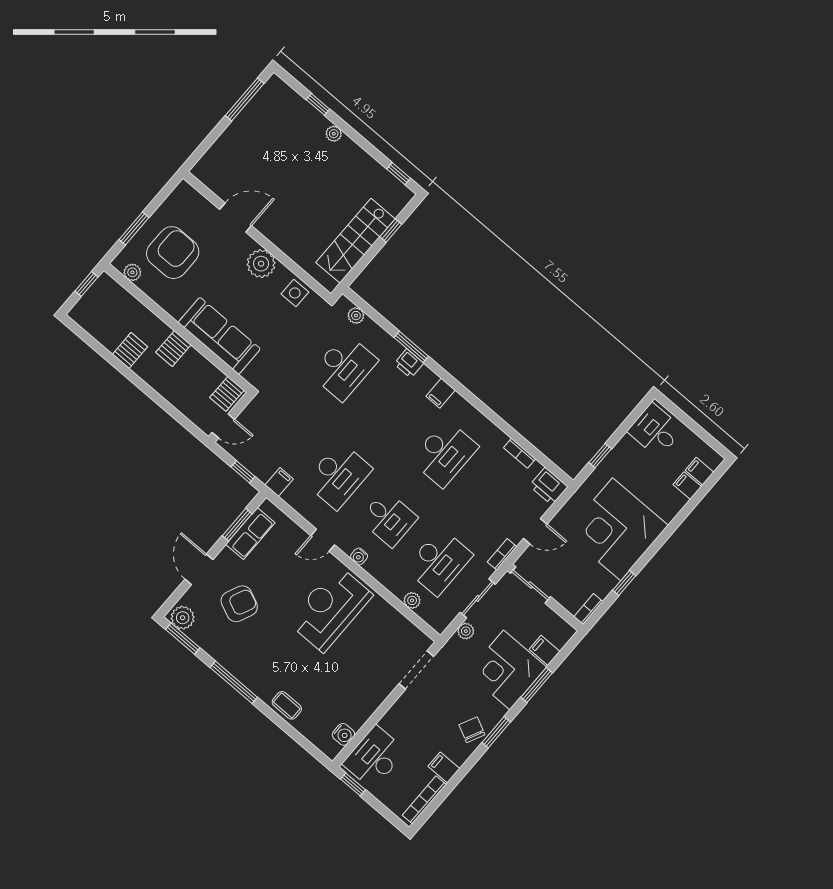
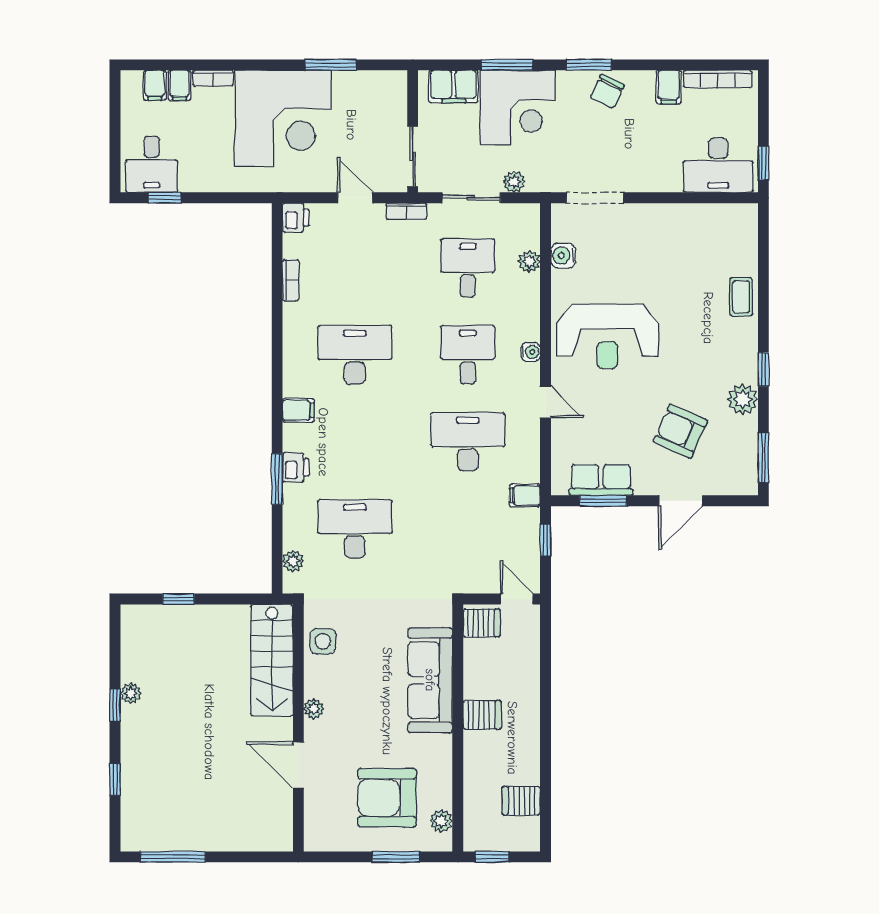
plant: (334, 134) -> (131, 693), moved
window: (399, 174) -> (115, 705), moved
stairs: (356, 241) -> (272, 660), moved, turned 90
plant: (261, 264) -> (314, 709), width x0.53, depth x0.53
server rack: (130, 351) -> (521, 801), moved
window: (600, 456) -> (165, 198), moved
printer: (549, 486) -> (296, 218), width x0.73, depth x0.81
desk: (439, 562) -> (468, 268), width x0.73
window: (624, 583) -> (331, 65), width x1.50
bookcase: (588, 609) -> (213, 78), moved
plant: (183, 618) -> (743, 399), moved
filing cabinet: (545, 650) -> (454, 87), width x2.00
window: (234, 682) -> (763, 369), width x0.46
water cooler: (343, 734) -> (563, 255), moved, turned -90

